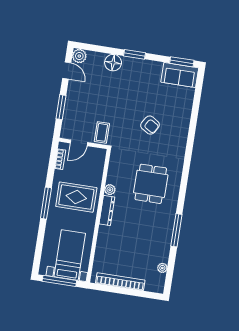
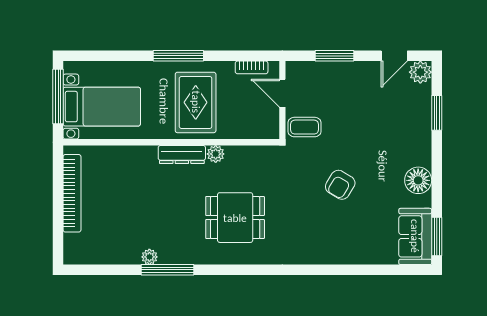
window: (134, 54) -> (437, 113), moved
floor lamp: (113, 63) -> (418, 180), moved
armchair: (150, 125) -> (340, 185), moved
plant: (162, 268) -> (149, 257), moved

